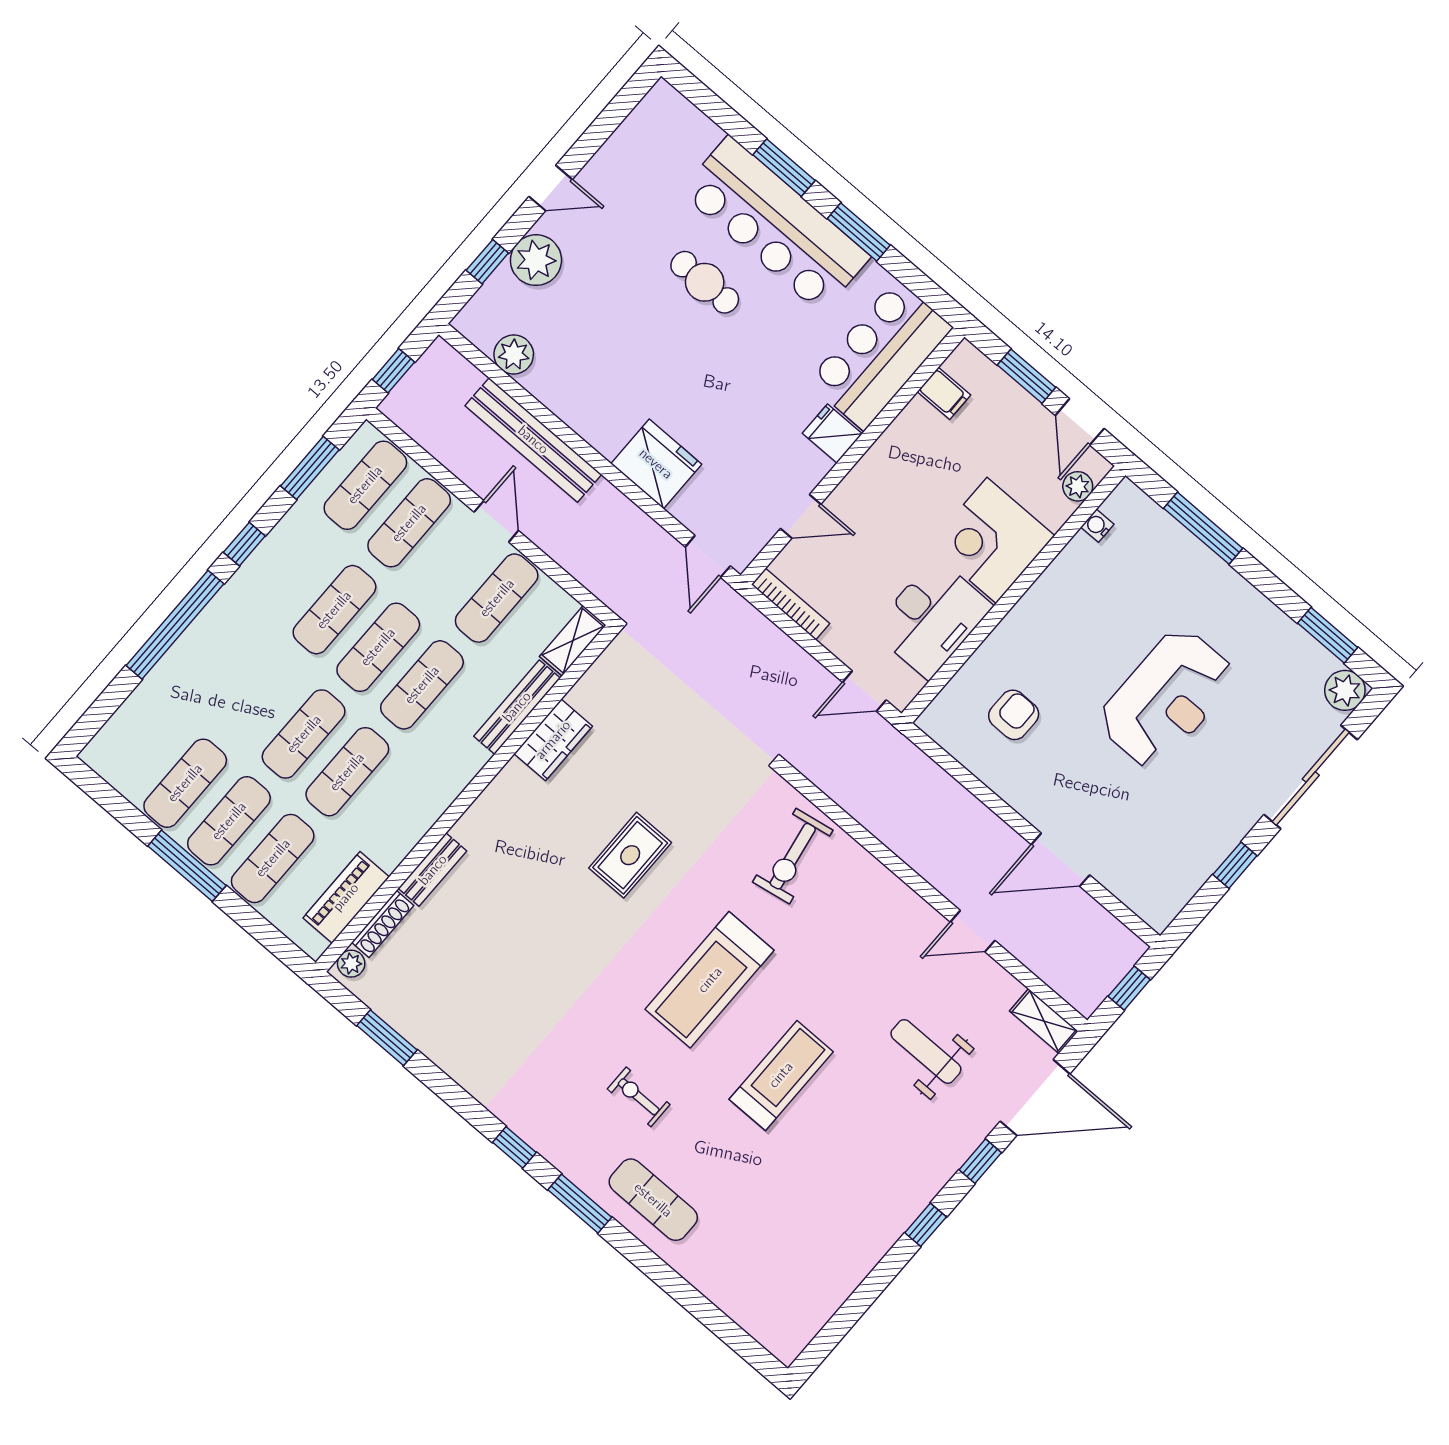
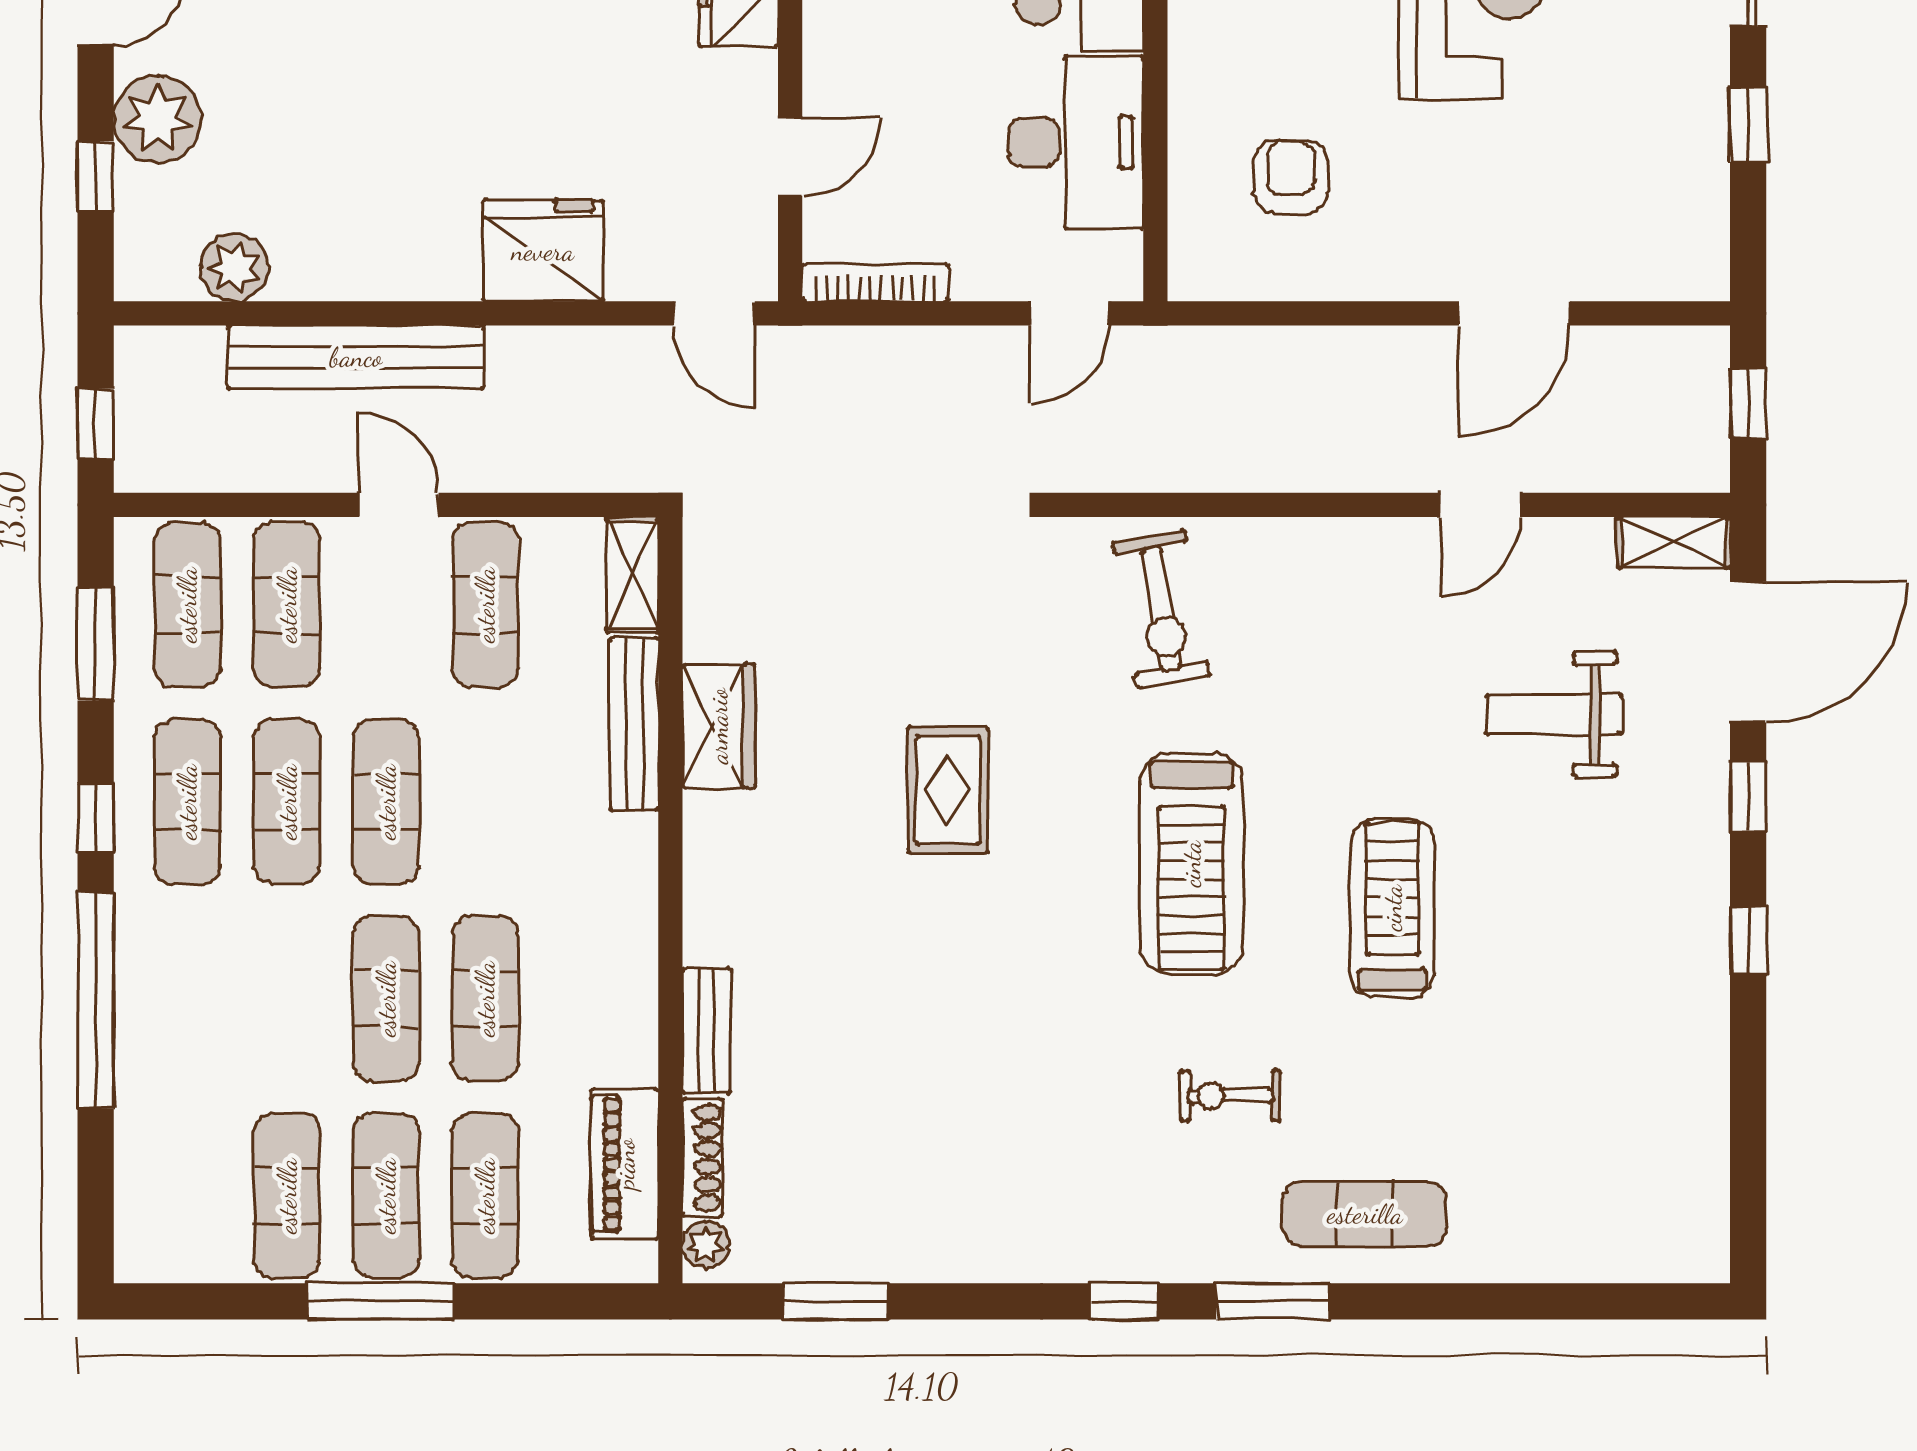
exercise mat: (422, 685) -> (187, 802), moved

